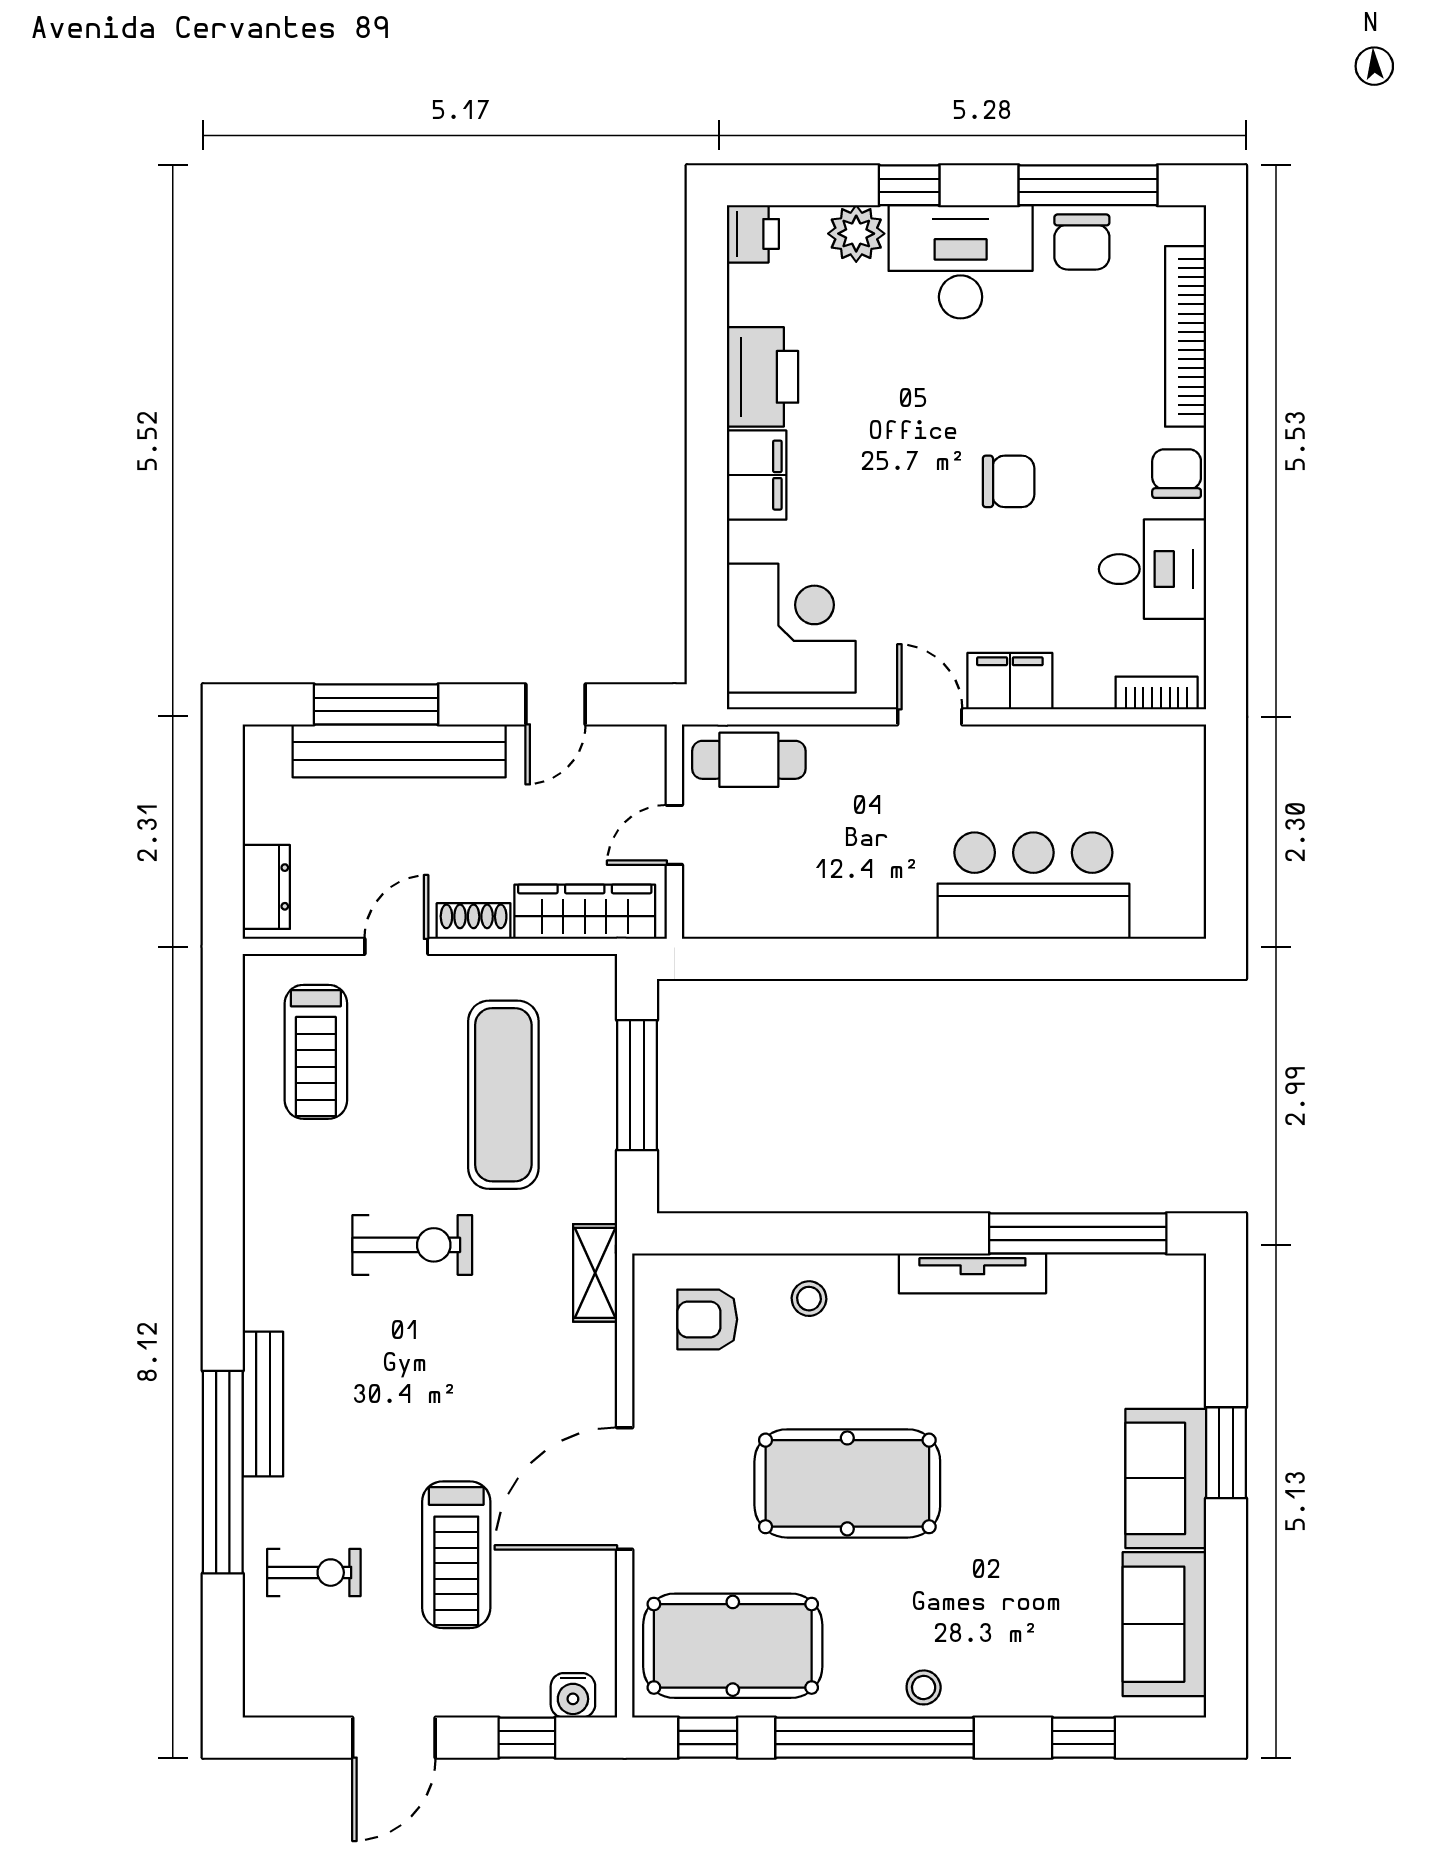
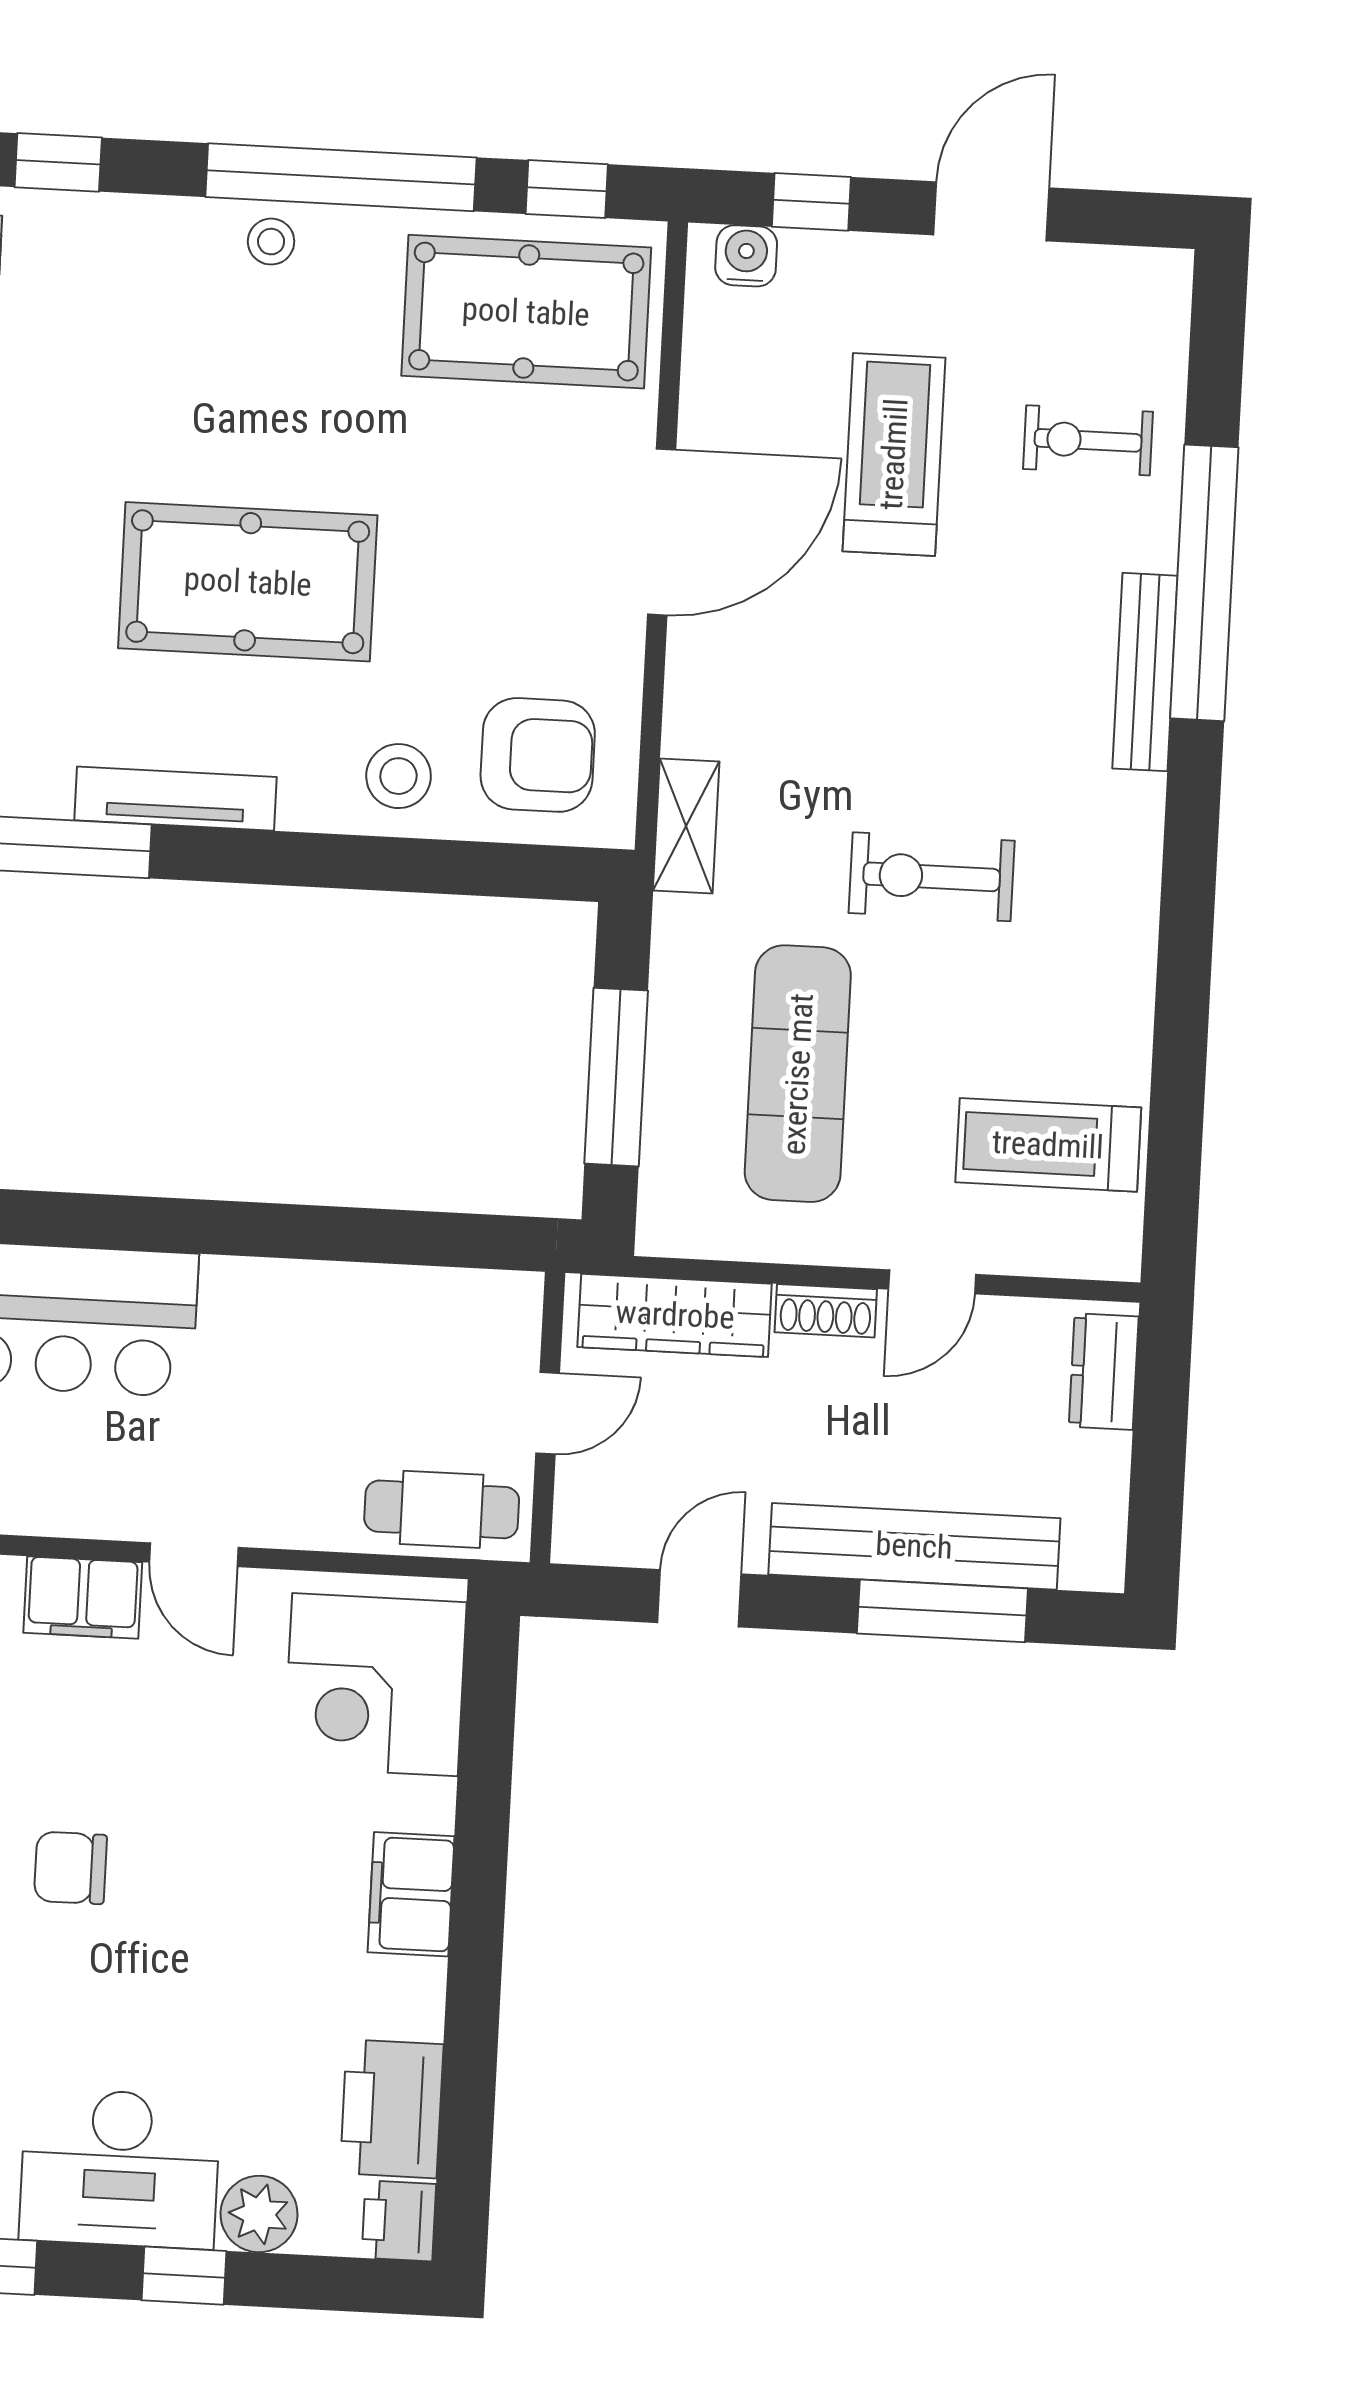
printer: (763, 377) -> (392, 2109), moved
treadmill: (316, 1052) -> (1048, 1145), turned -90
stool: (809, 1299) -> (399, 776), width x1.37, depth x1.37
armchair: (707, 1319) -> (538, 755), width x1.38, depth x1.38
pool table: (847, 1483) -> (248, 582), moved

